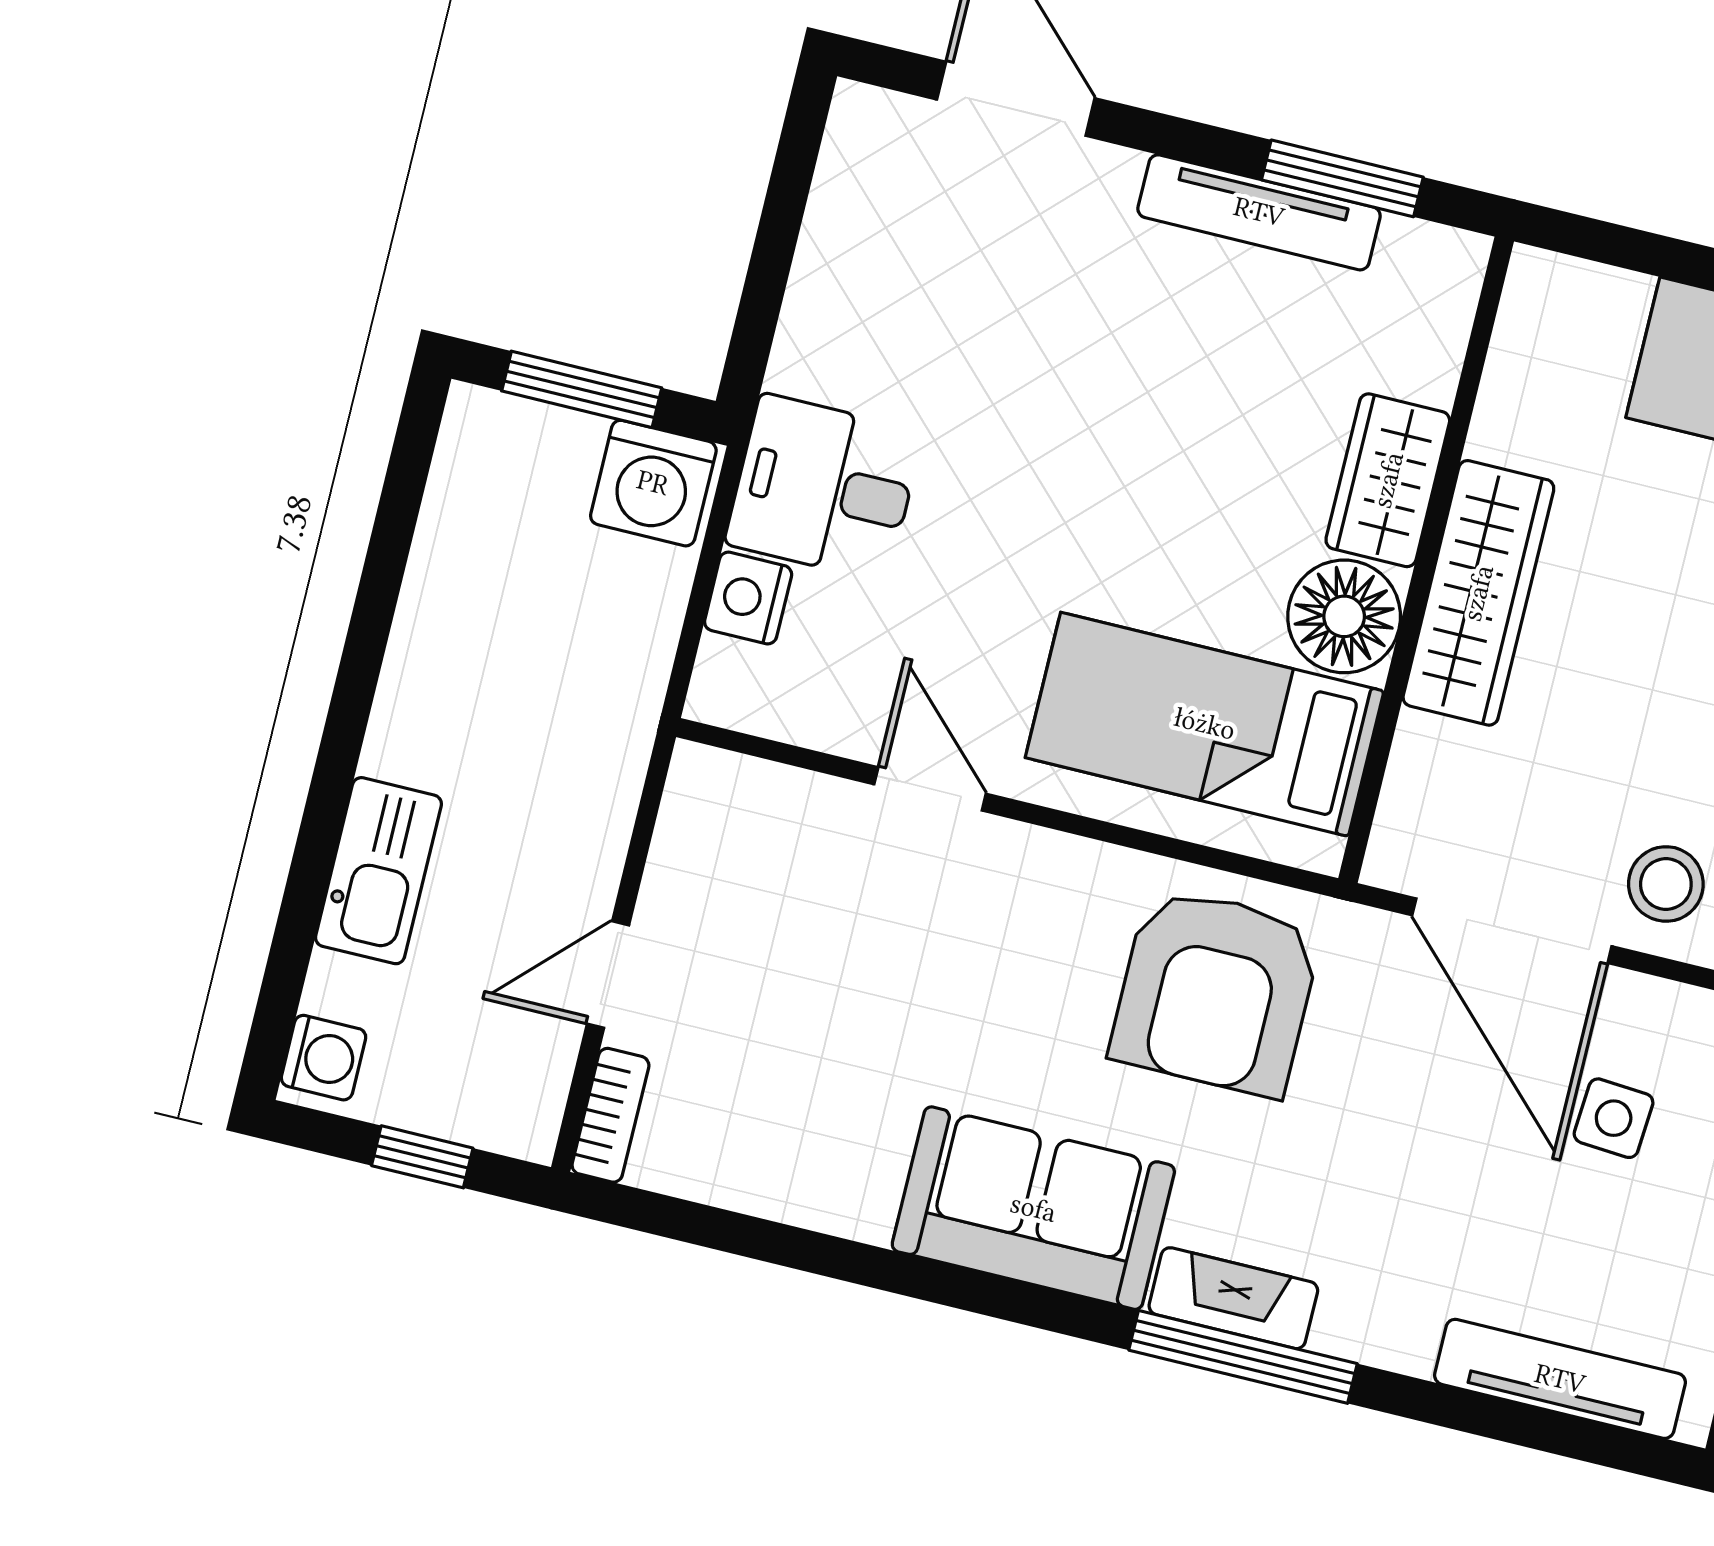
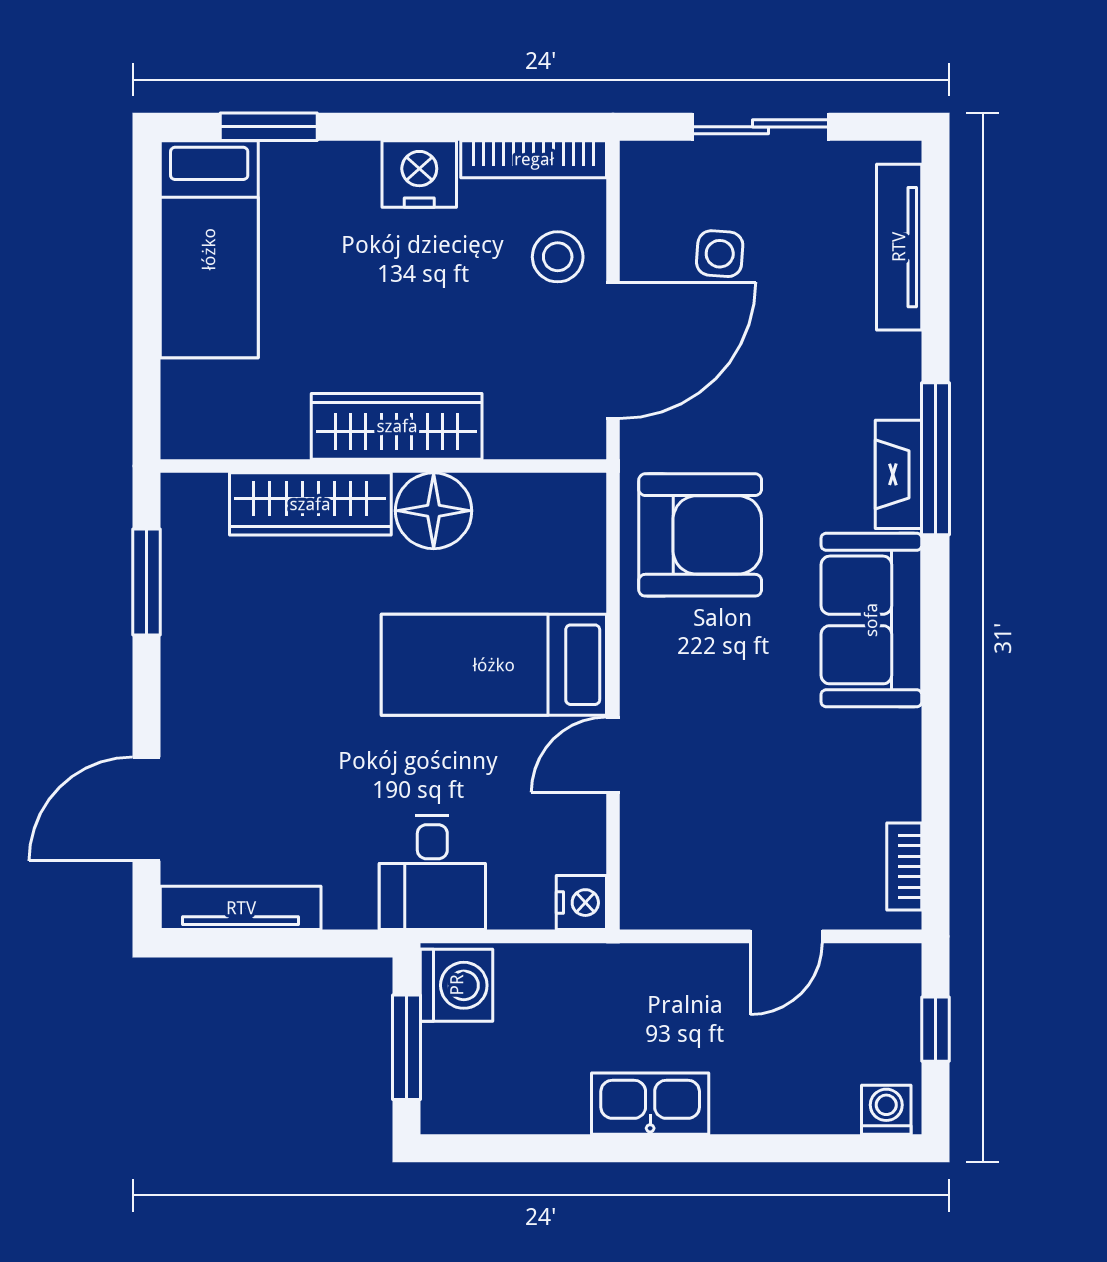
tv unit: (1259, 212) -> (241, 908), moved, turned -90
wardrobe: (1388, 480) -> (310, 504), width x1.50
nightstand: (748, 598) -> (581, 903), moved, turned -90
bed: (1205, 724) -> (494, 665), moved, turned 90
kitchen sink: (378, 871) -> (650, 1104), moved
door: (608, 974) -> (786, 936), hinge flipped
bookcase: (610, 1115) -> (904, 866), moved, turned -90

